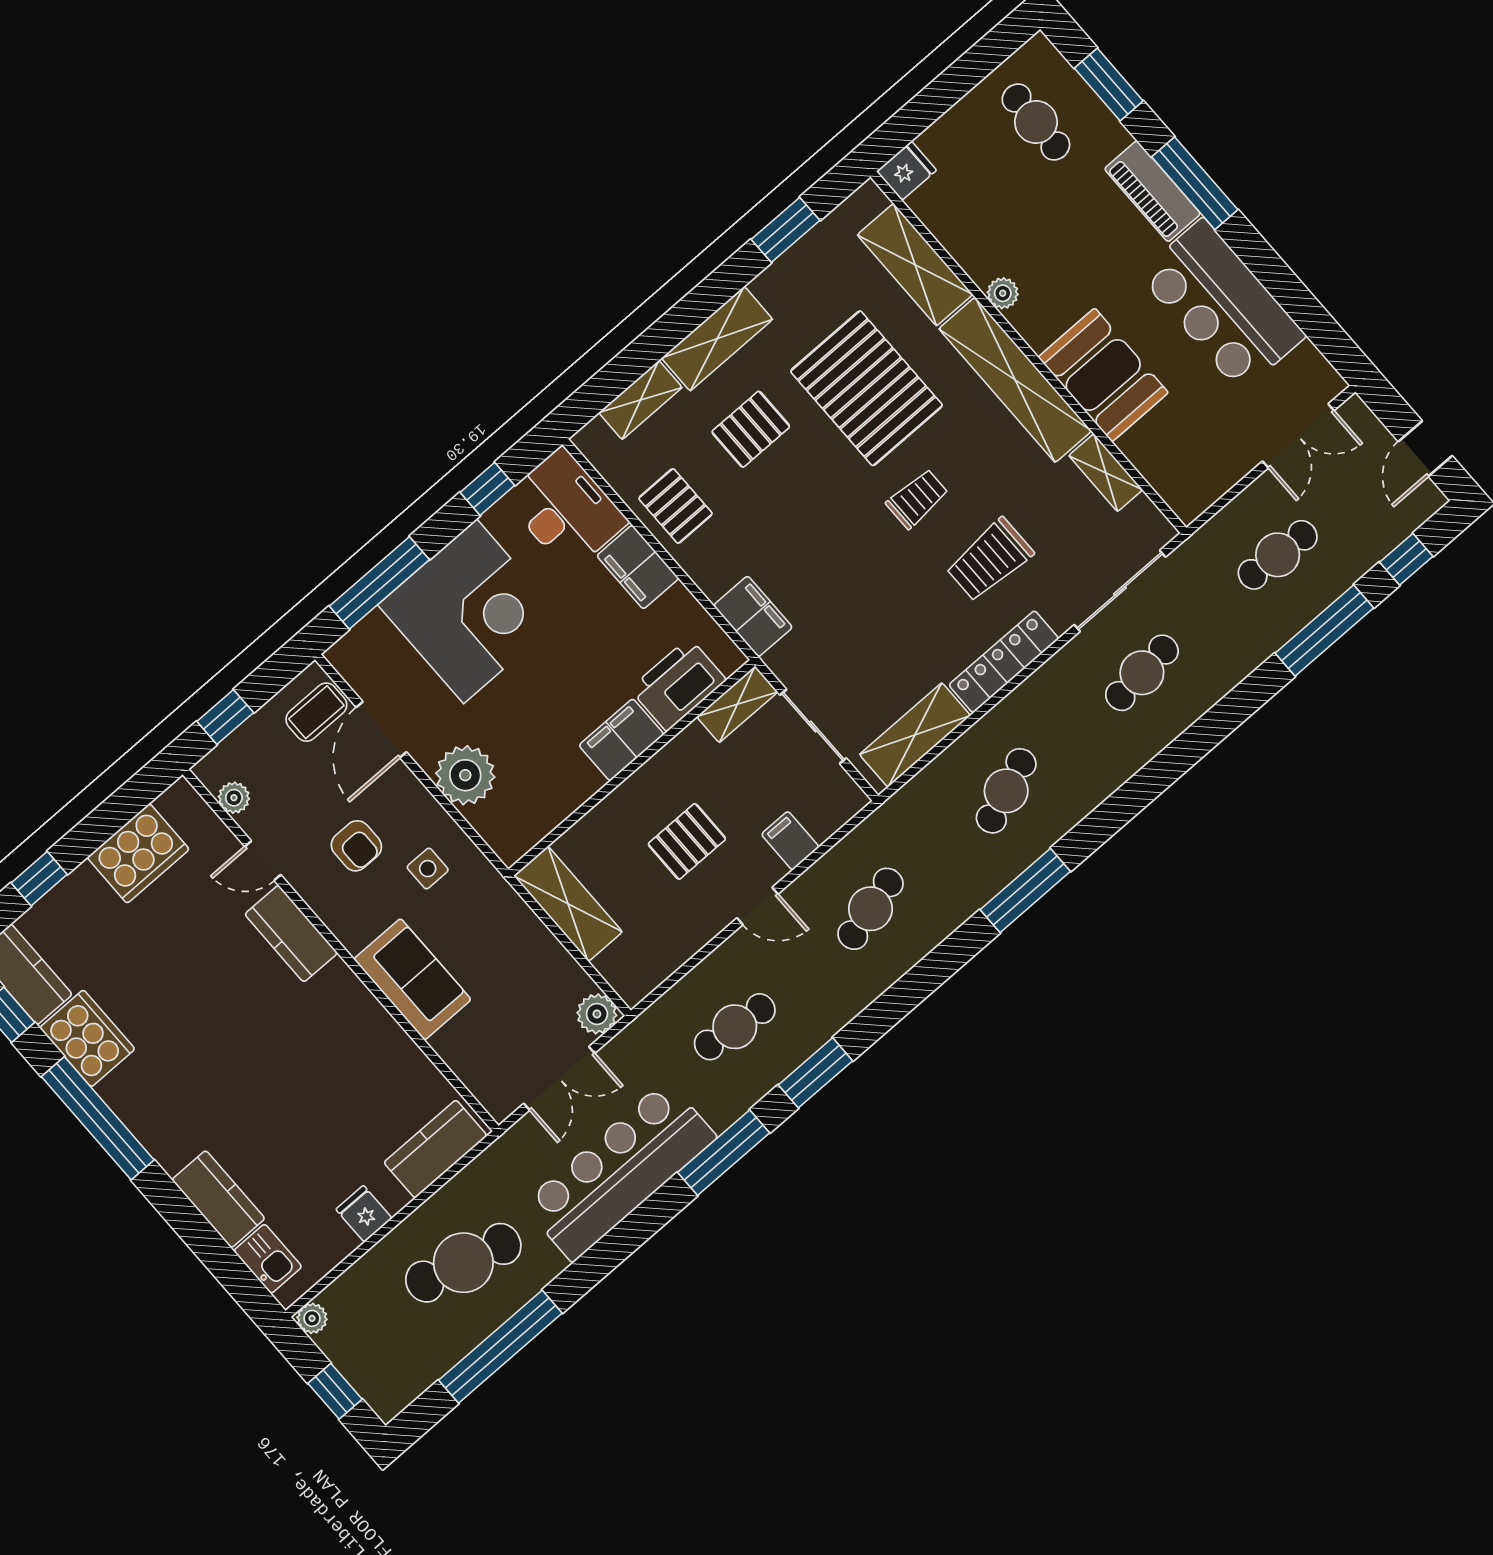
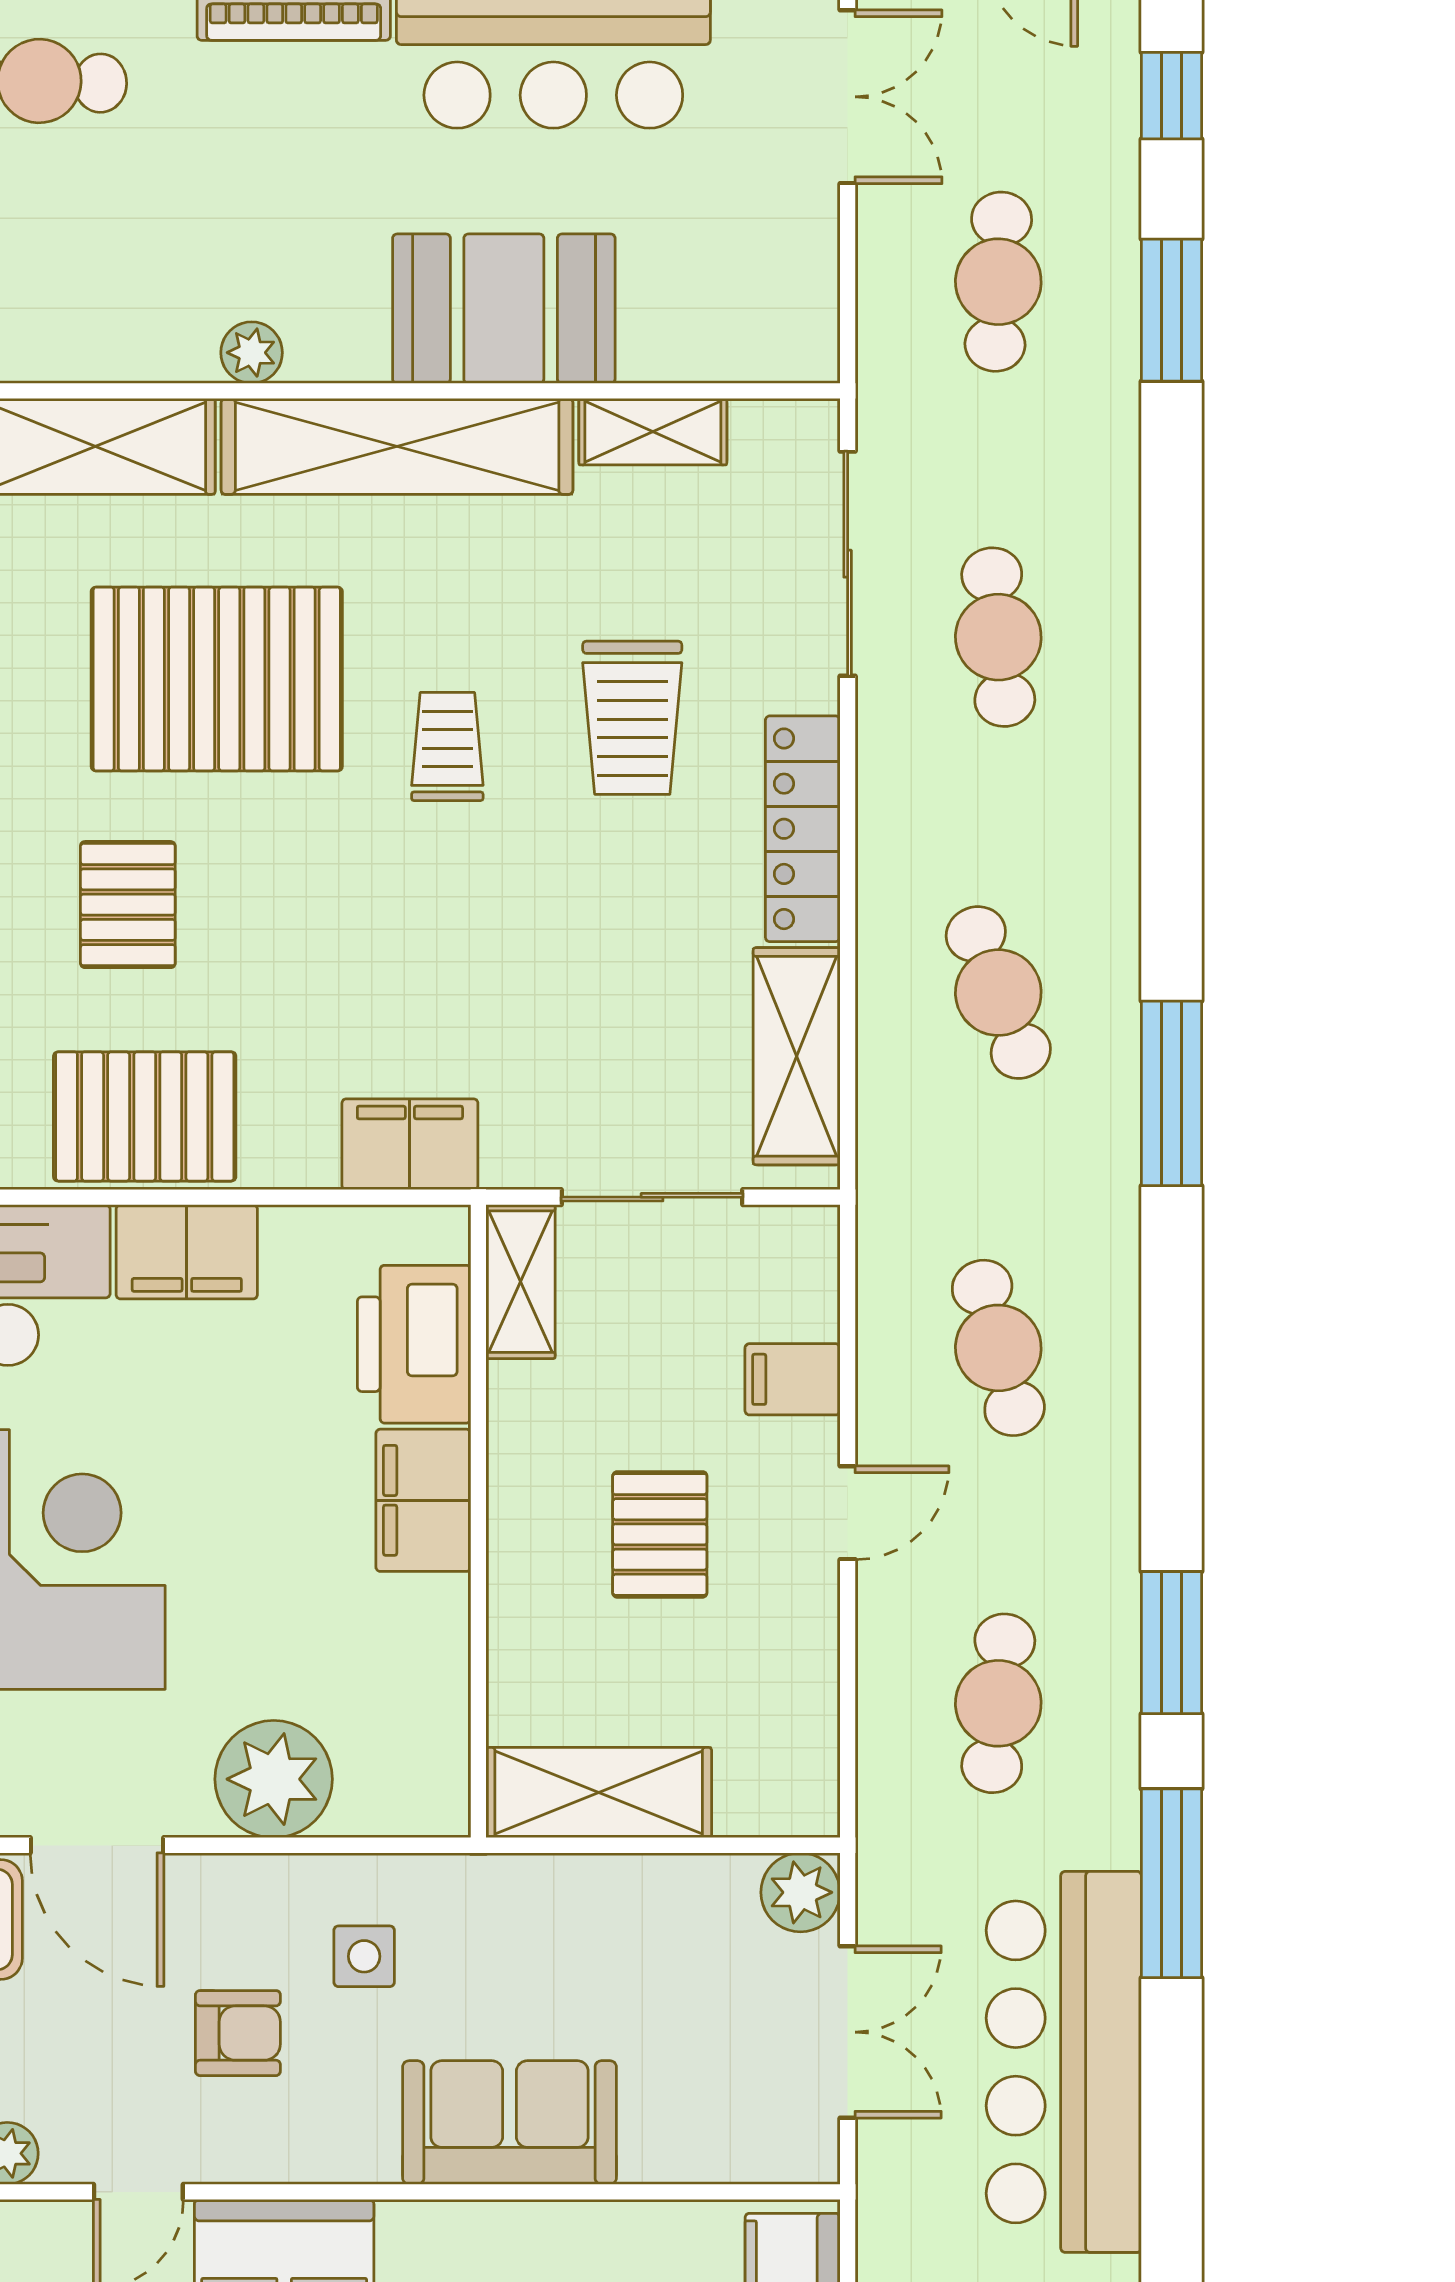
pallet: (676, 506) -> (145, 1116), width x1.50, depth x1.42
window: (1324, 630) -> (1172, 310), width x0.69

